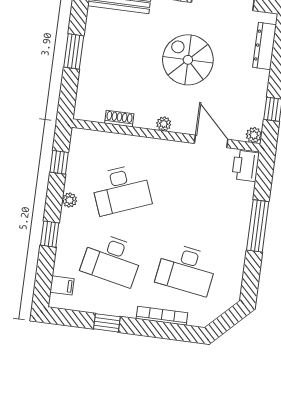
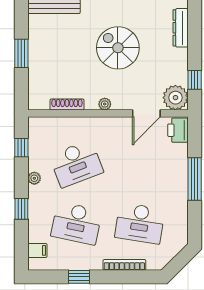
shoe rack: (119, 119) -> (67, 104), width x1.43
plant: (254, 135) -> (175, 98), width x1.87, depth x1.87
door: (211, 141) -> (146, 113), swing flipped

